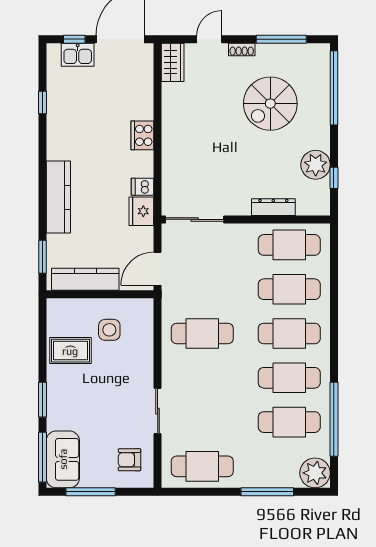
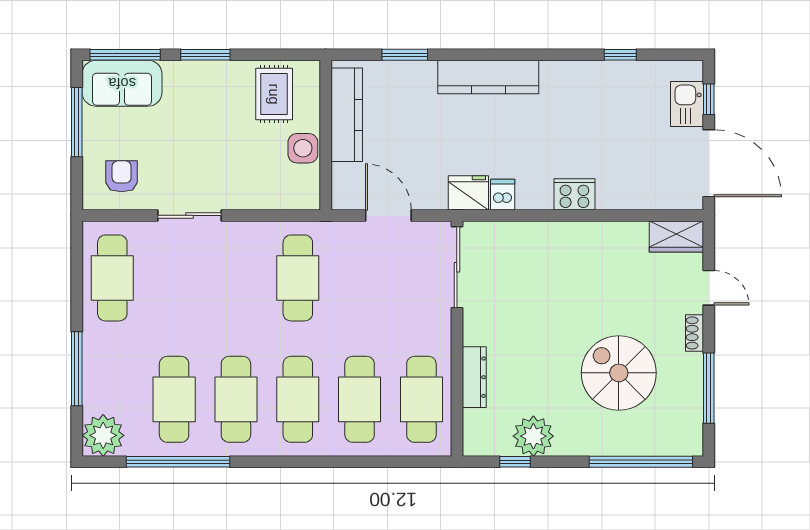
kitchen counter: (85, 279) -> (347, 115), moved
wall: (100, 294) -> (326, 135), moved

